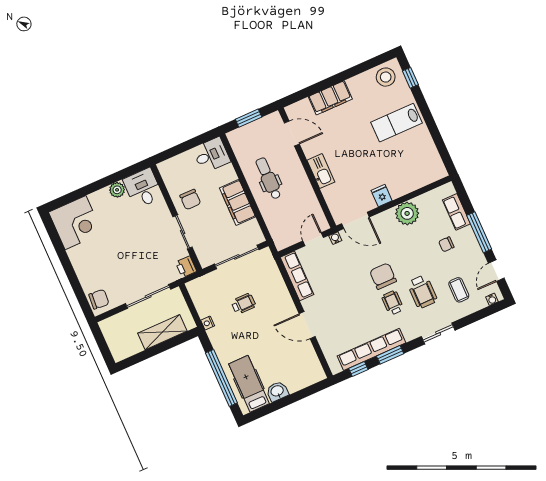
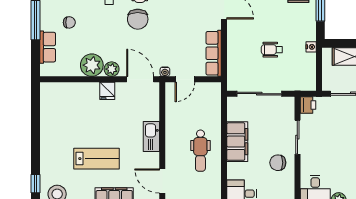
lab bench: (397, 123) -> (97, 159), moved
chair: (190, 199) -> (278, 163), turned -90
plant: (387, 218) -> (112, 69), added

